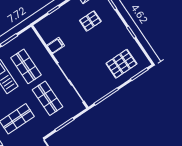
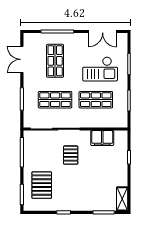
pallet: (90, 21) -> (71, 155), moved
filing cabinet: (56, 46) -> (102, 138), width x2.00

